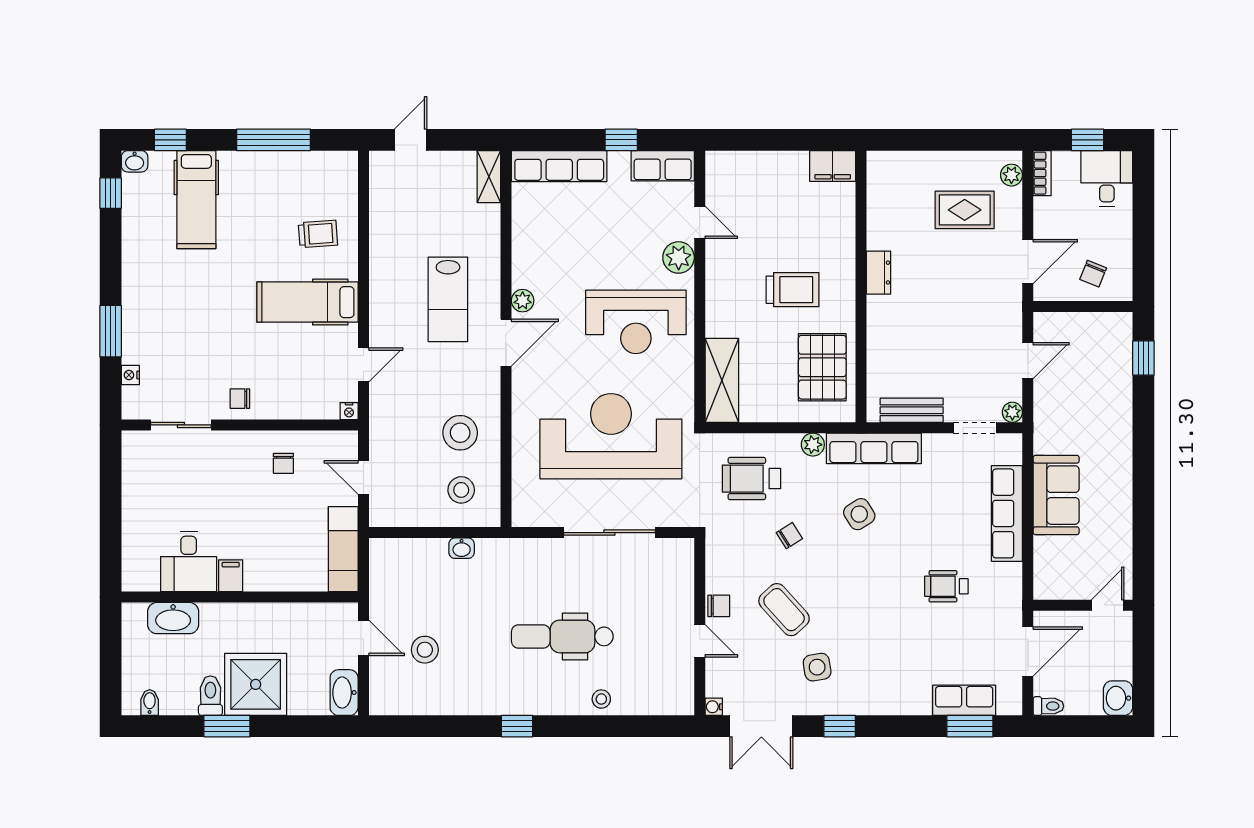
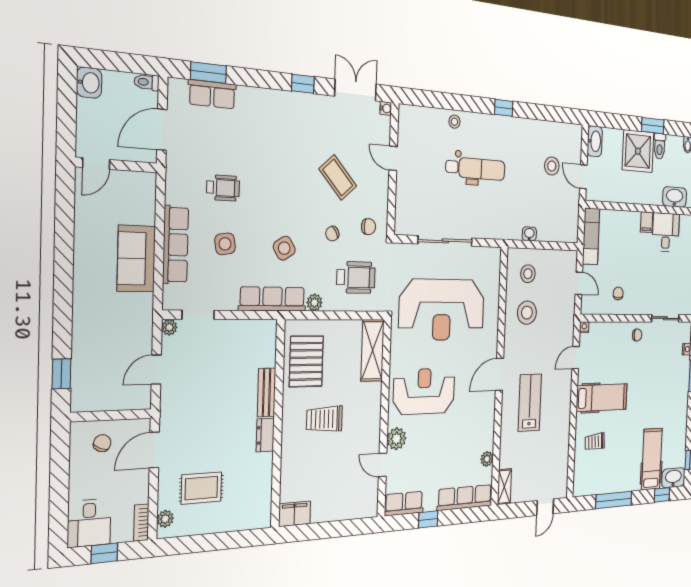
washbasin: (135, 161) -> (673, 478), width x1.91, depth x1.45
plant: (523, 301) -> (487, 459), moved
bench: (912, 410) -> (267, 393), moved, turned 90
chair: (719, 606) -> (368, 227), moved, turned 180
side table: (817, 667) -> (225, 244), moved

